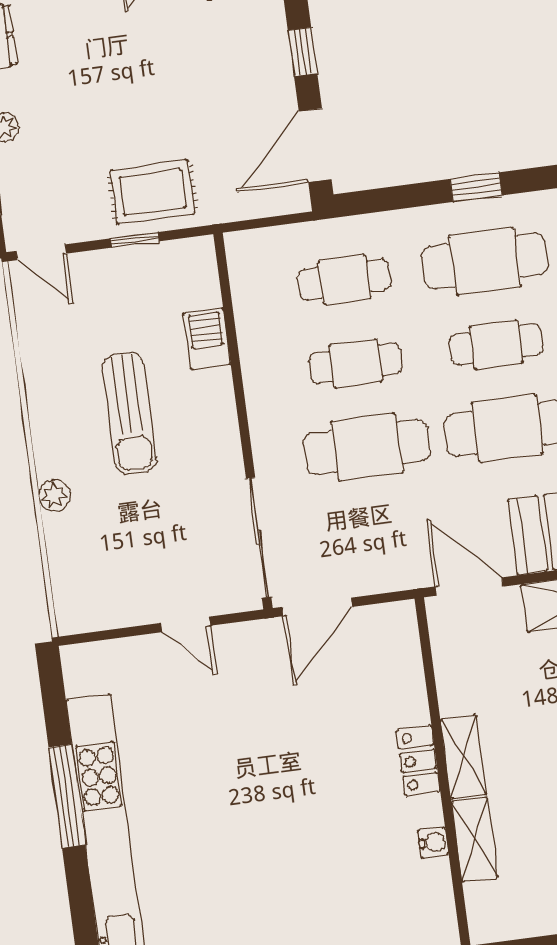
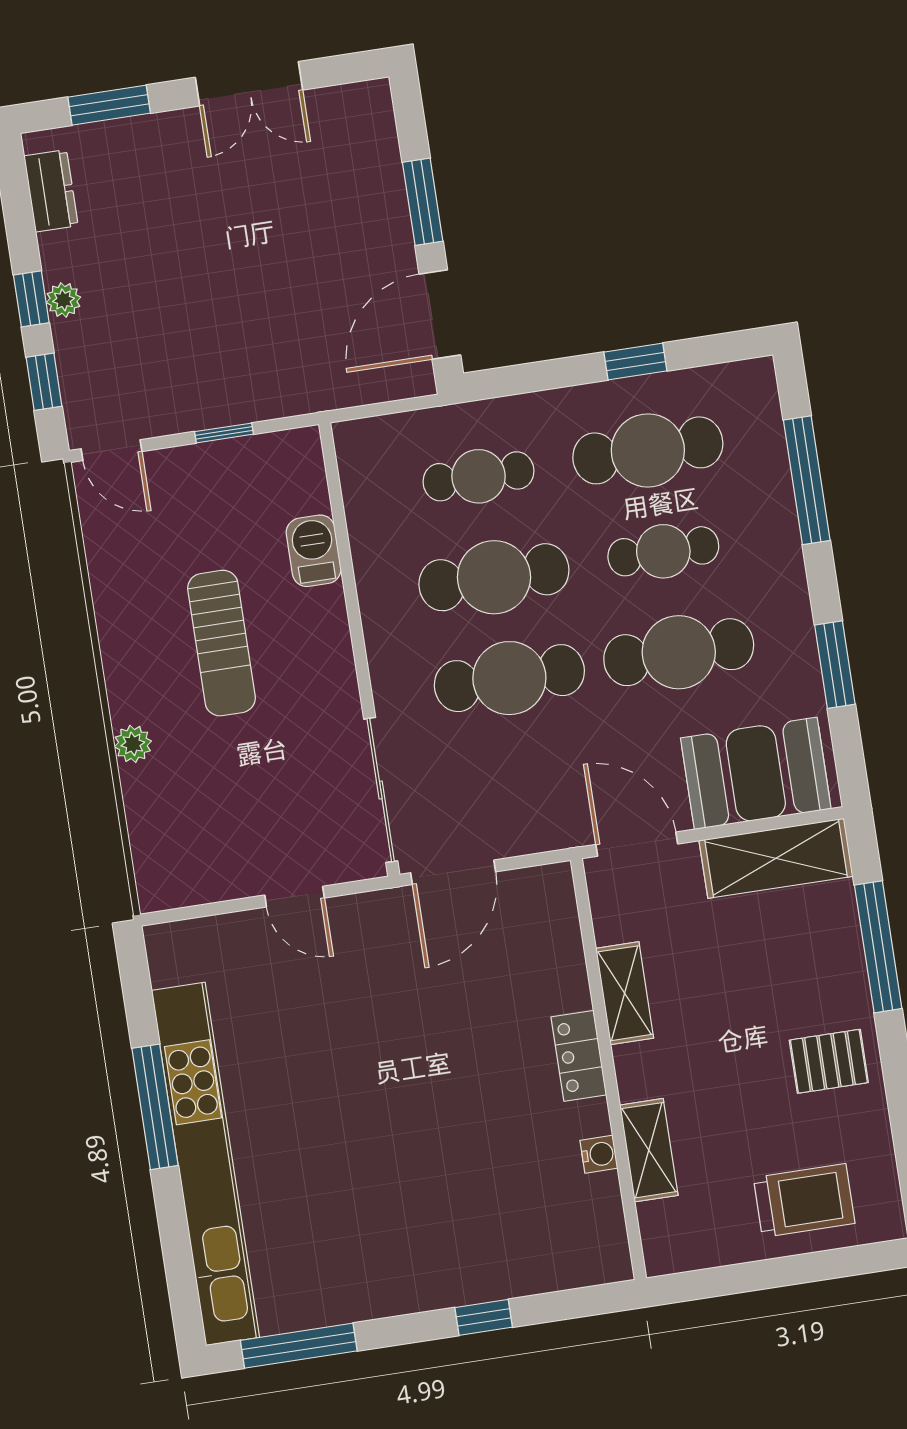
window: (303, 52) -> (423, 202), width x1.50
rug: (153, 192) -> (244, 375), removed
cafe table: (356, 363) -> (494, 577), width x1.37, depth x1.35
shelving: (463, 757) -> (625, 993), moved

